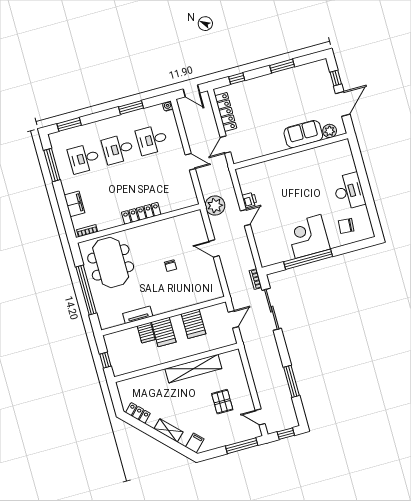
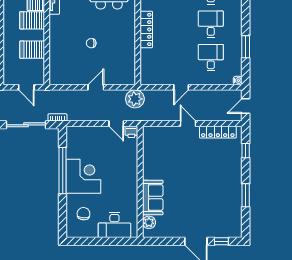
plant: (330, 131) -> (149, 222), moved
sofa: (303, 134) -> (153, 197), moved
wall: (291, 151) -> (140, 182), moved

